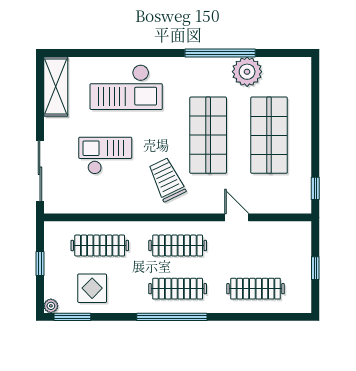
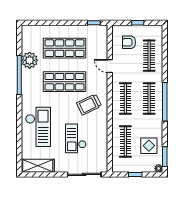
door: (237, 217) -> (110, 66), hinge flipped
armchair: (280, 252) -> (129, 42), added

